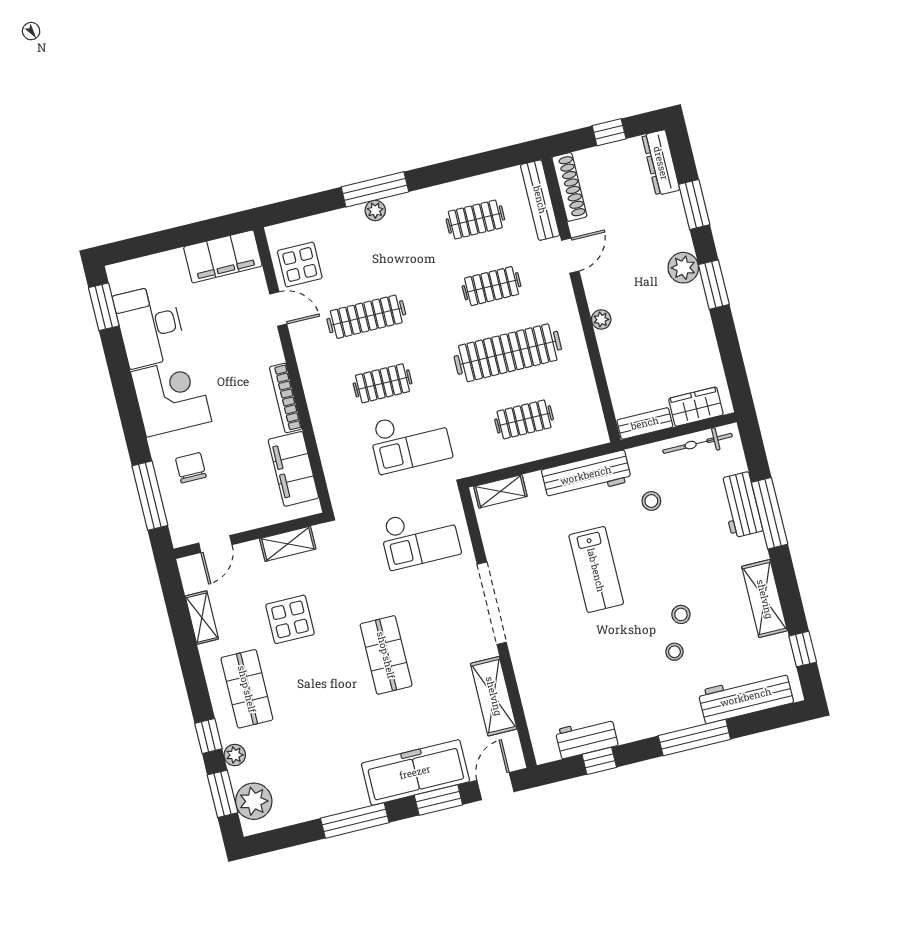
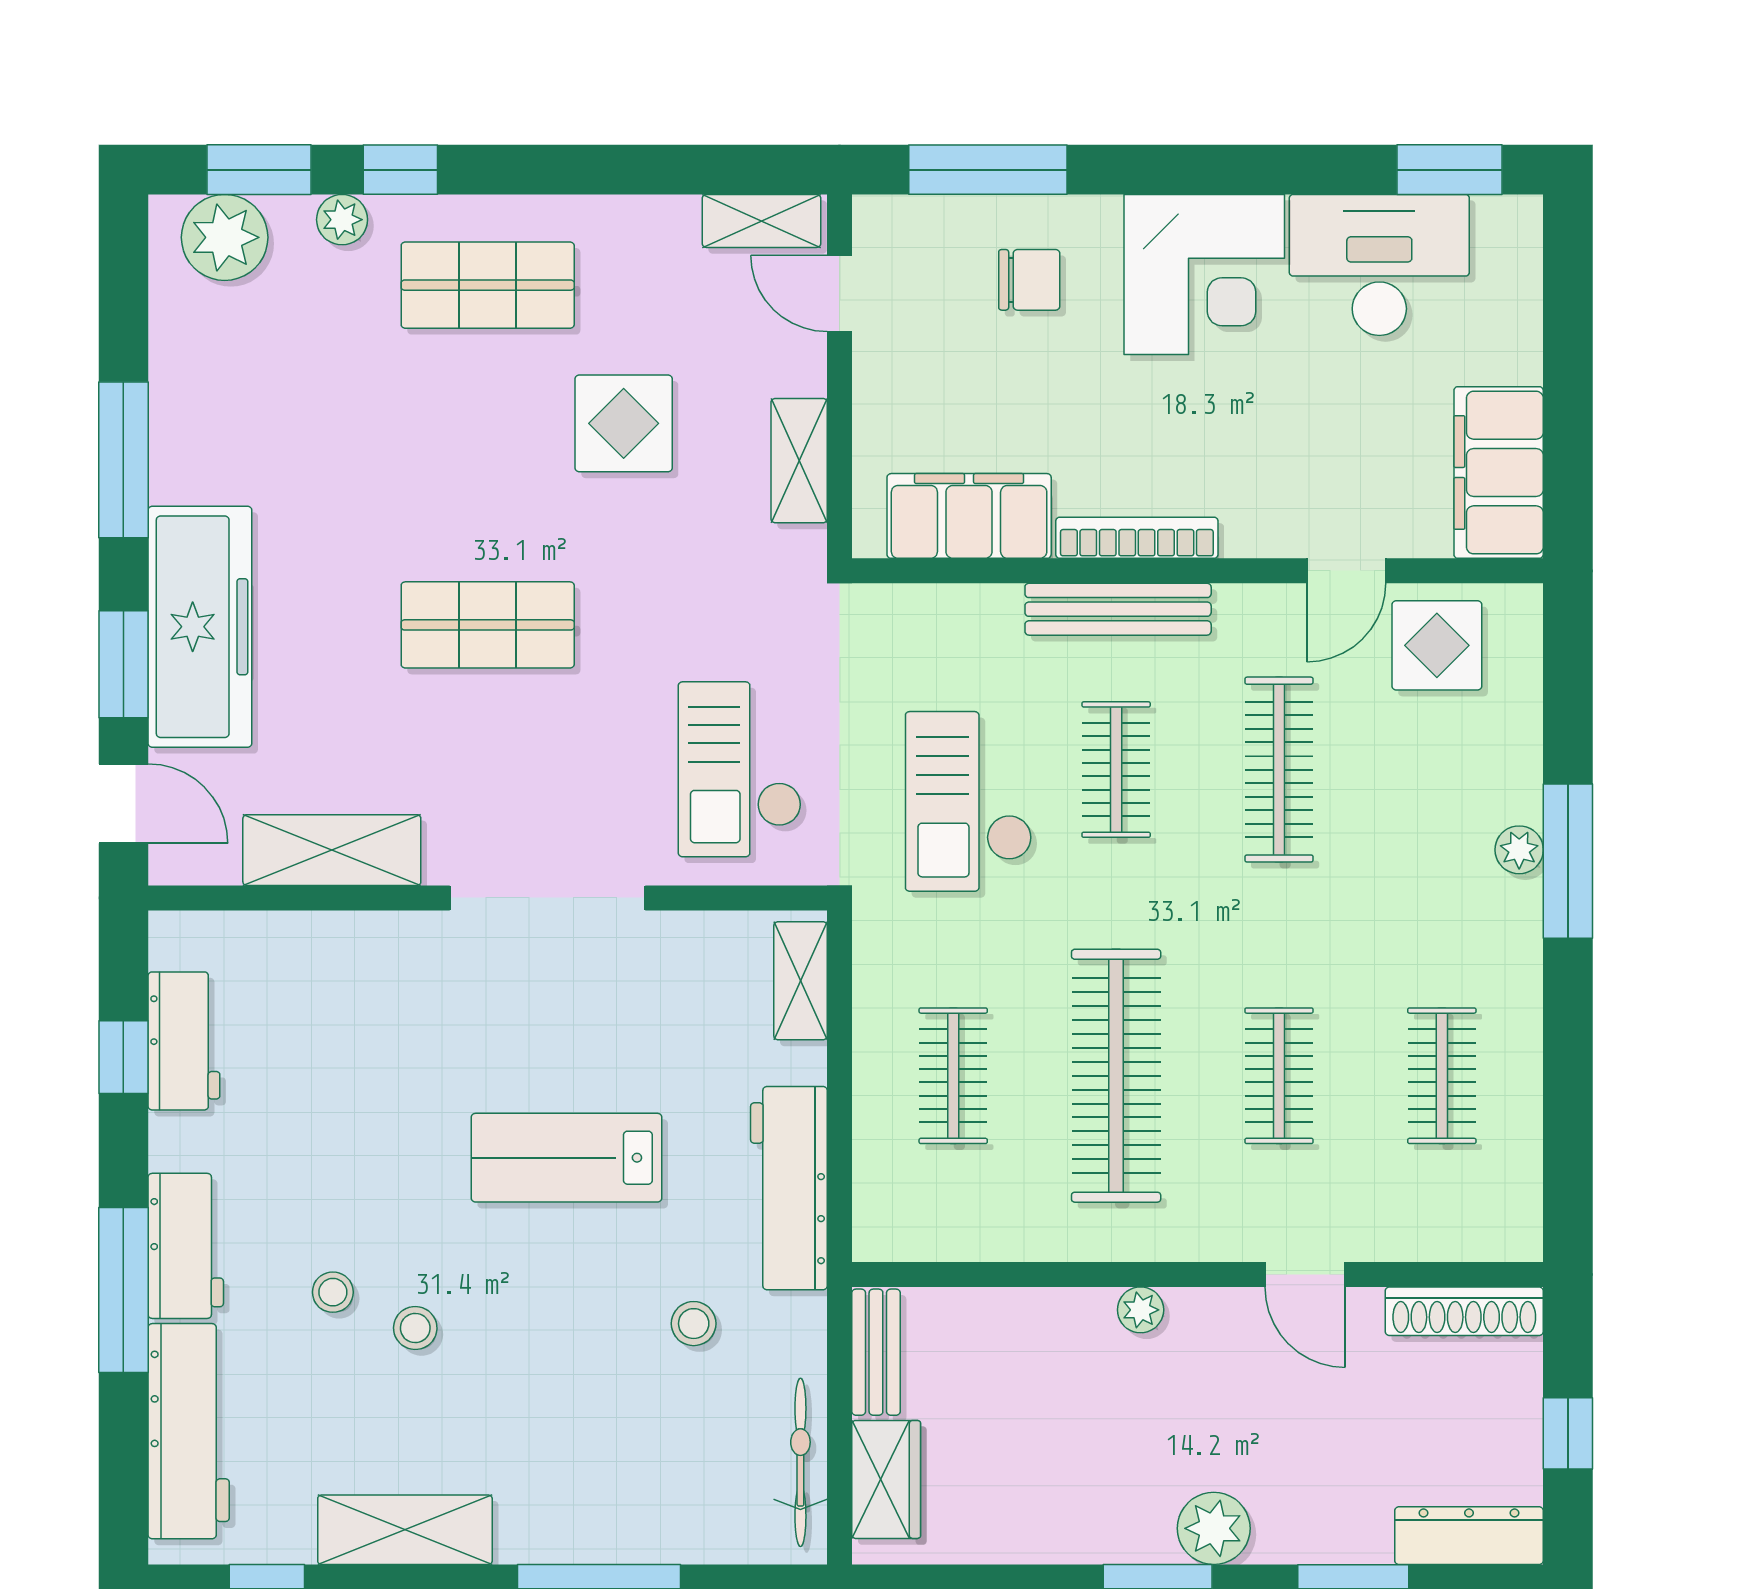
bench: (540, 200) -> (1118, 609), moved
workbench: (741, 505) -> (186, 1246), moved, turned 90
shelving: (202, 618) -> (761, 221), moved

